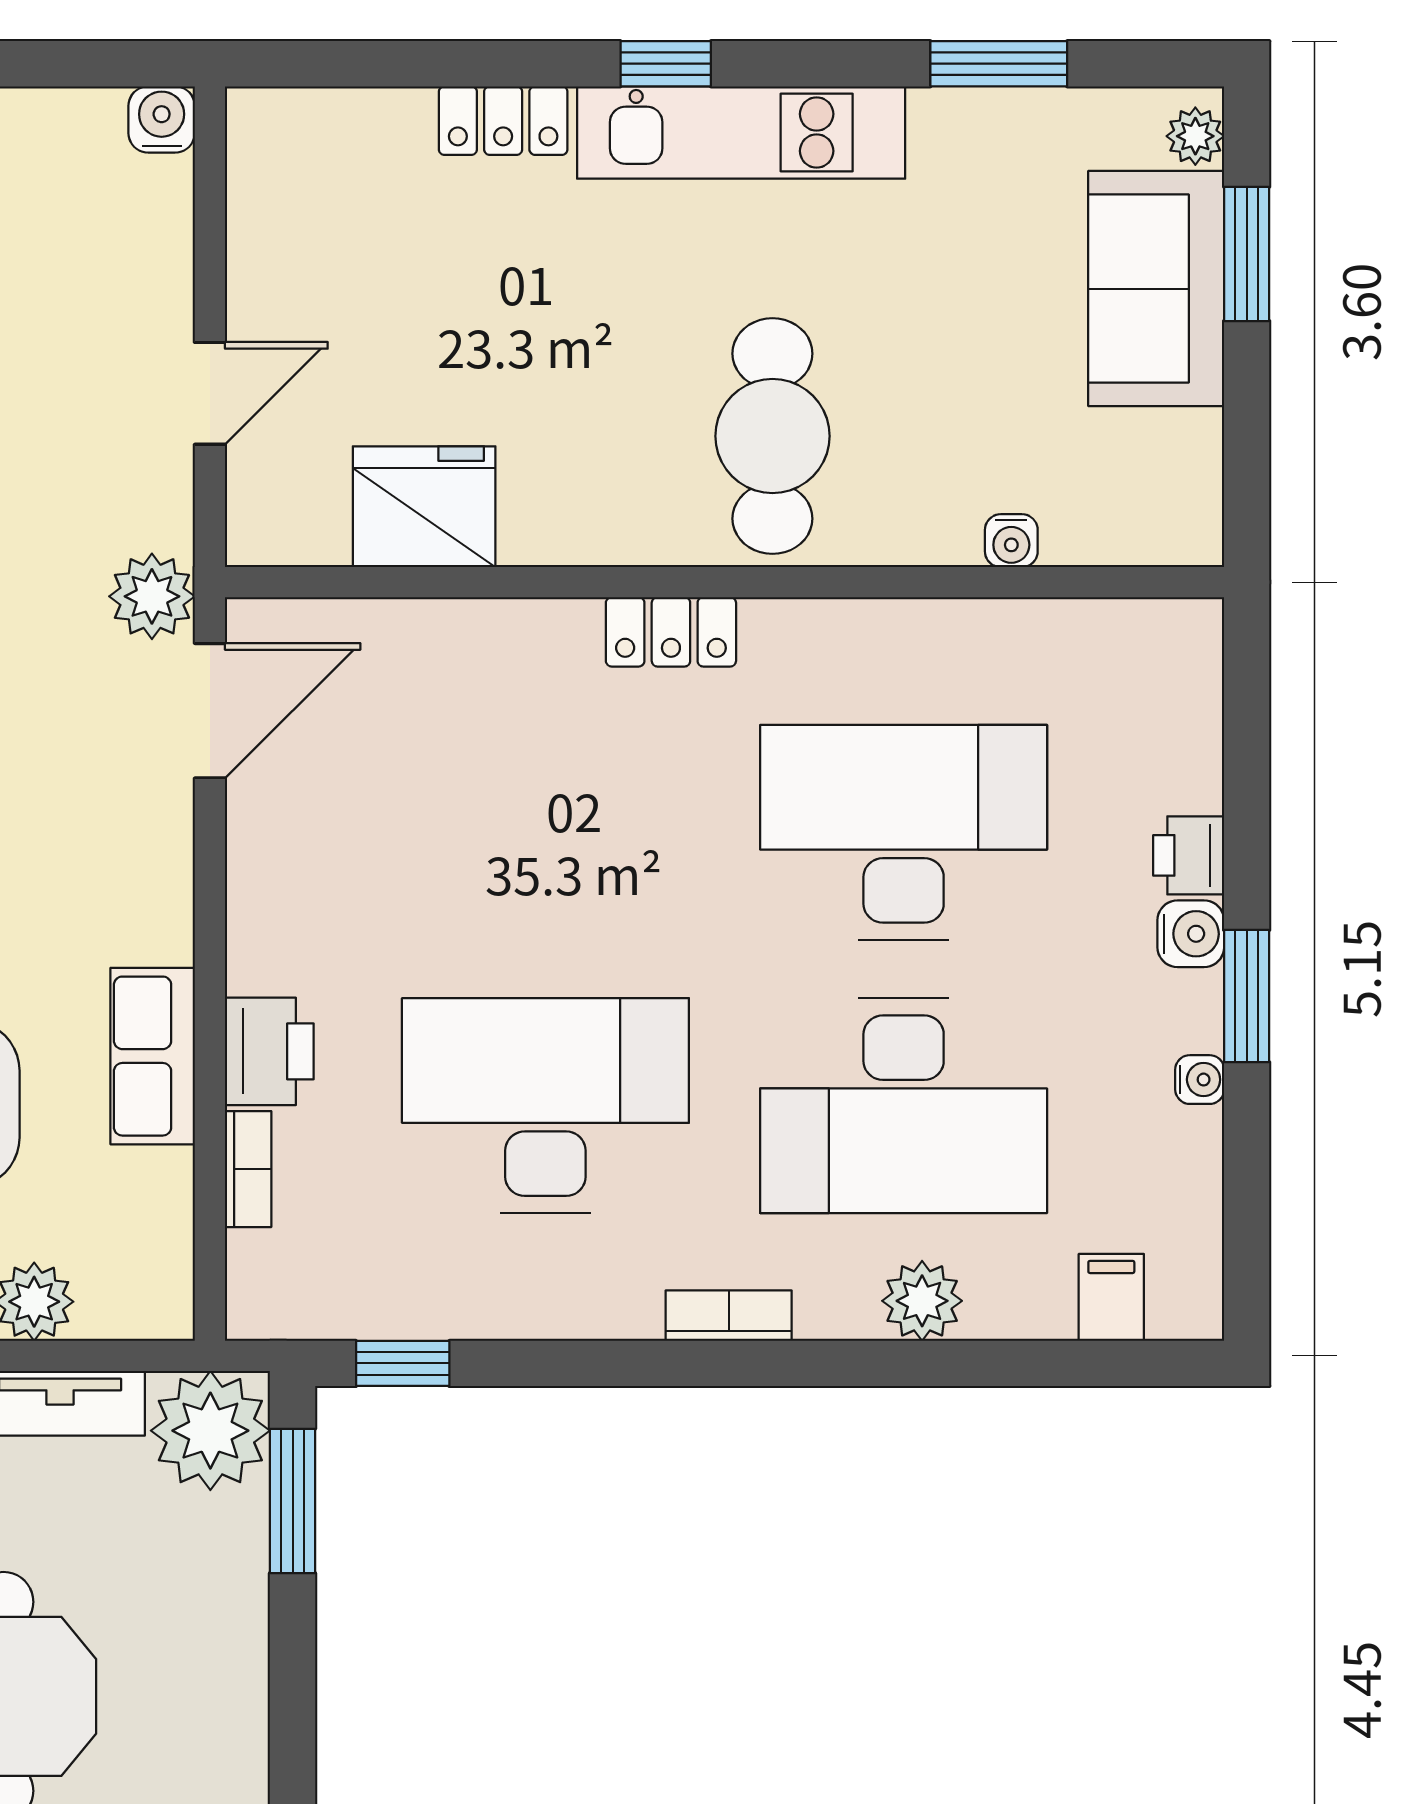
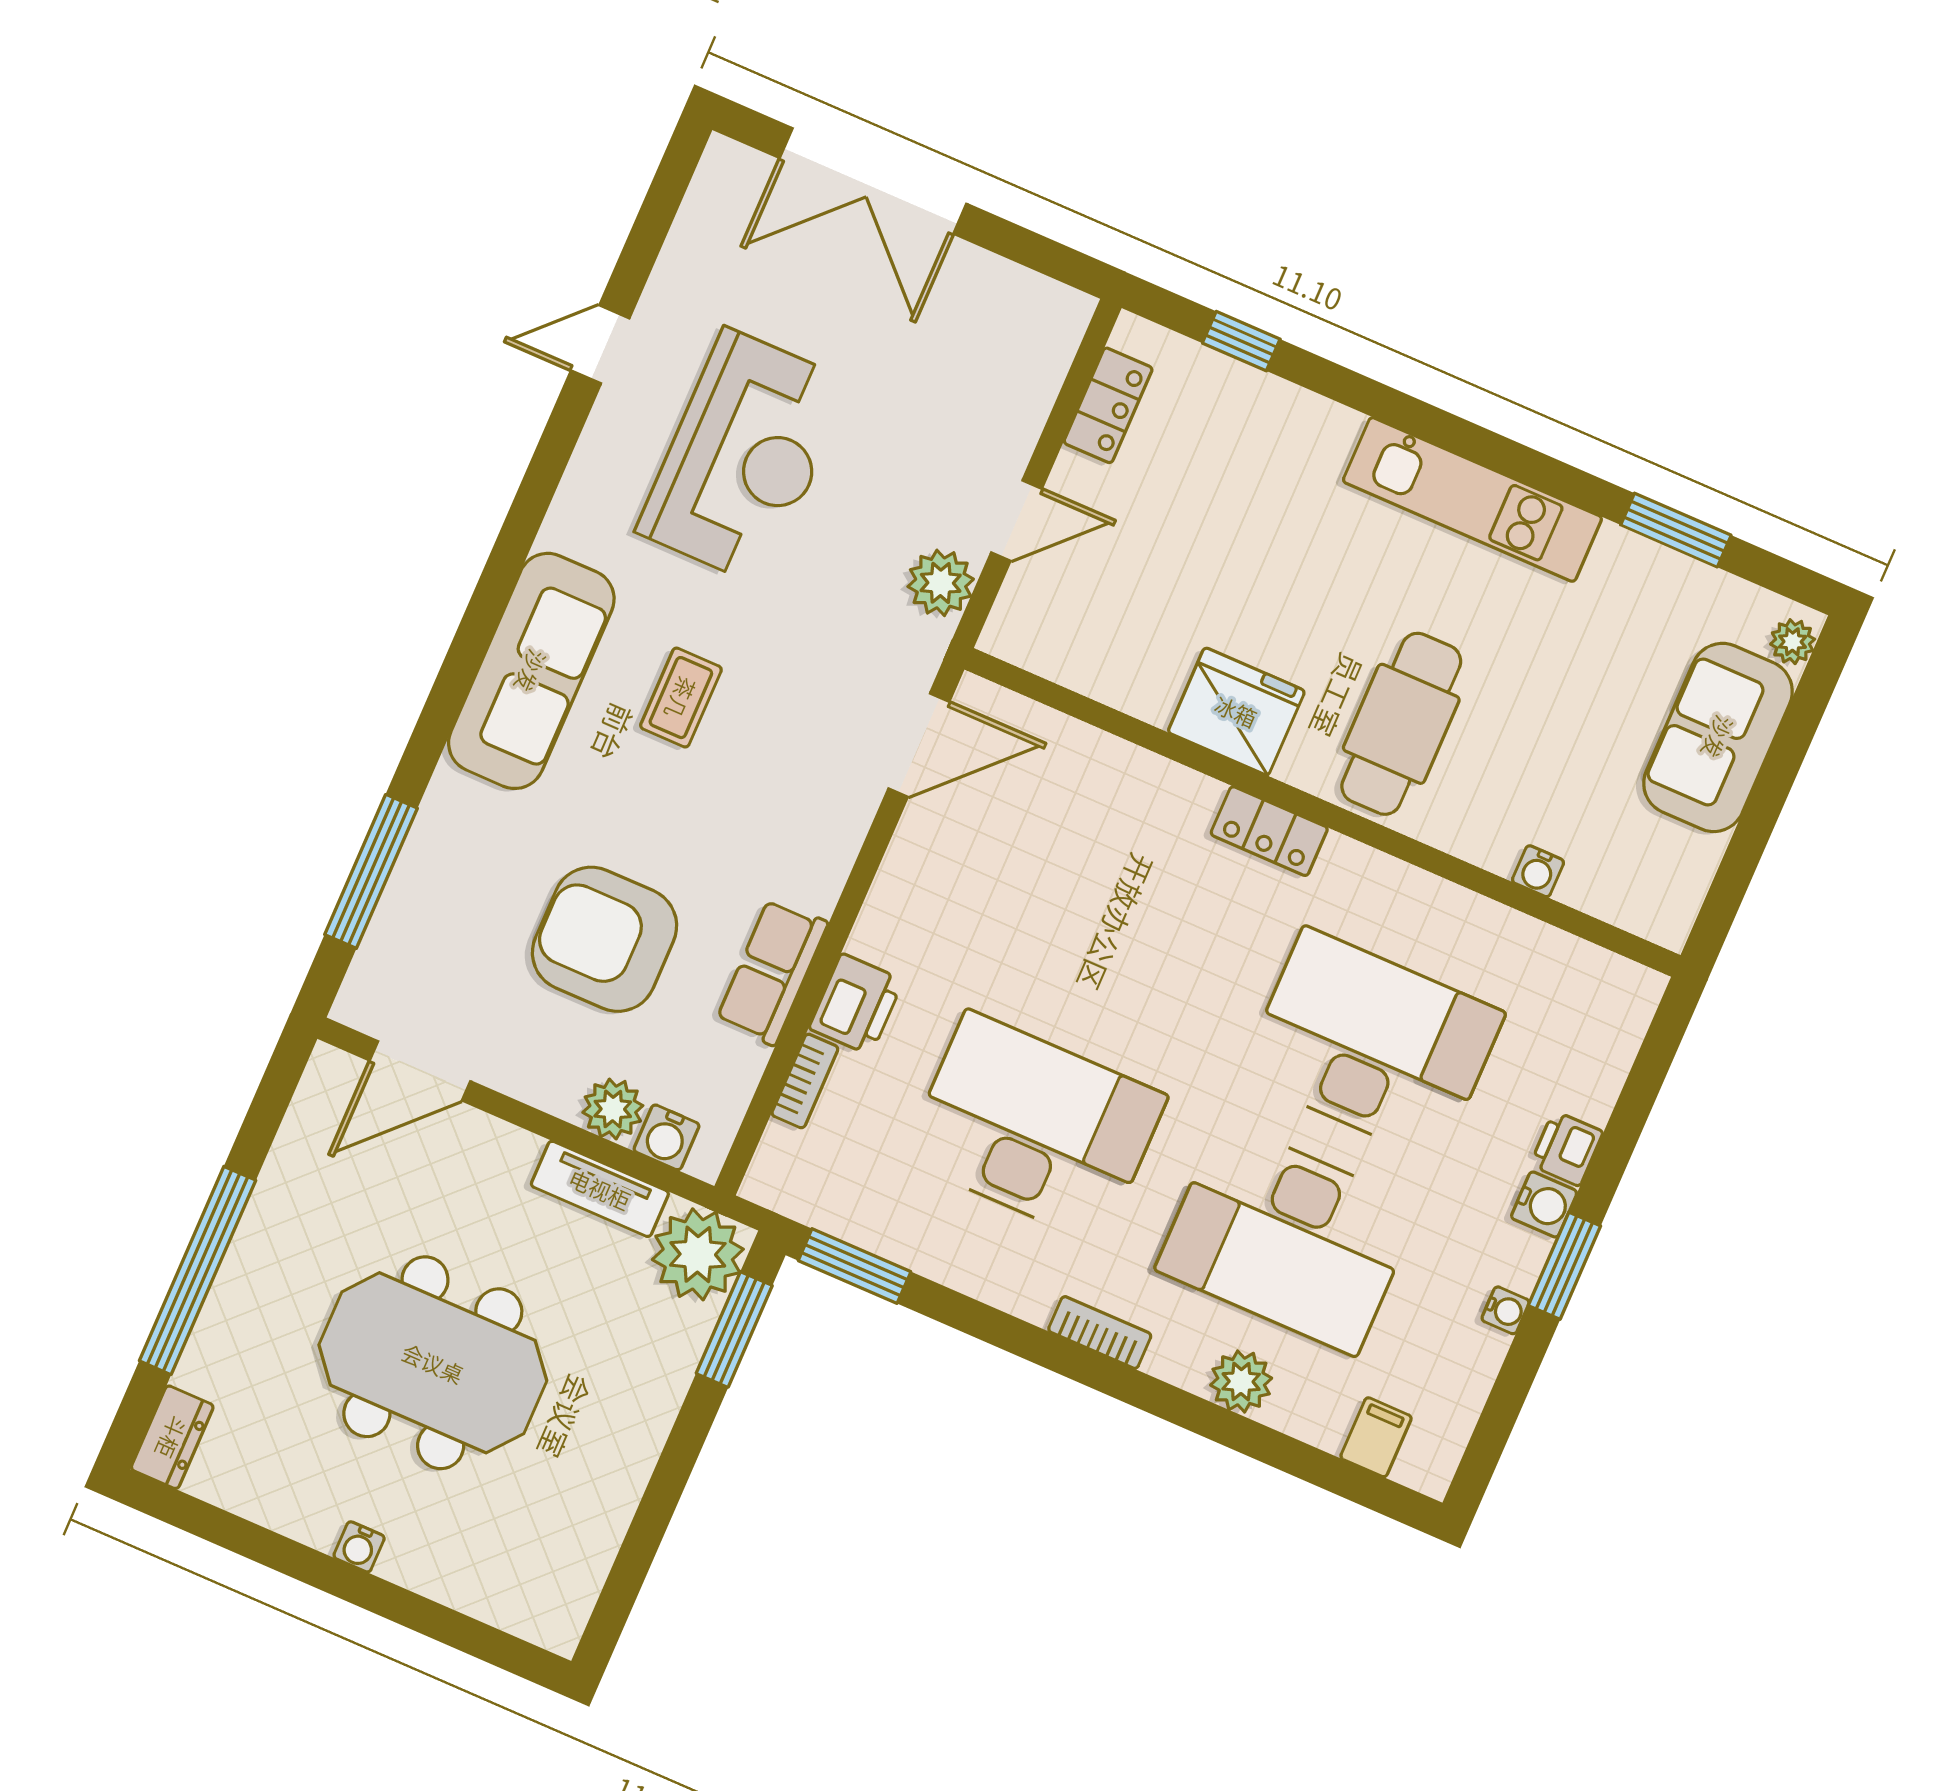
window: (666, 64) -> (1241, 341), moved
water cooler: (162, 119) -> (666, 1137), moved, turned 180
locker: (503, 121) -> (1108, 405), moved, turned -90
window: (1247, 254) -> (1793, 741), removed
fridge: (424, 507) -> (1236, 711), moved
plant: (152, 596) -> (941, 583), moved
window: (403, 1363) -> (854, 1266), width x1.50

